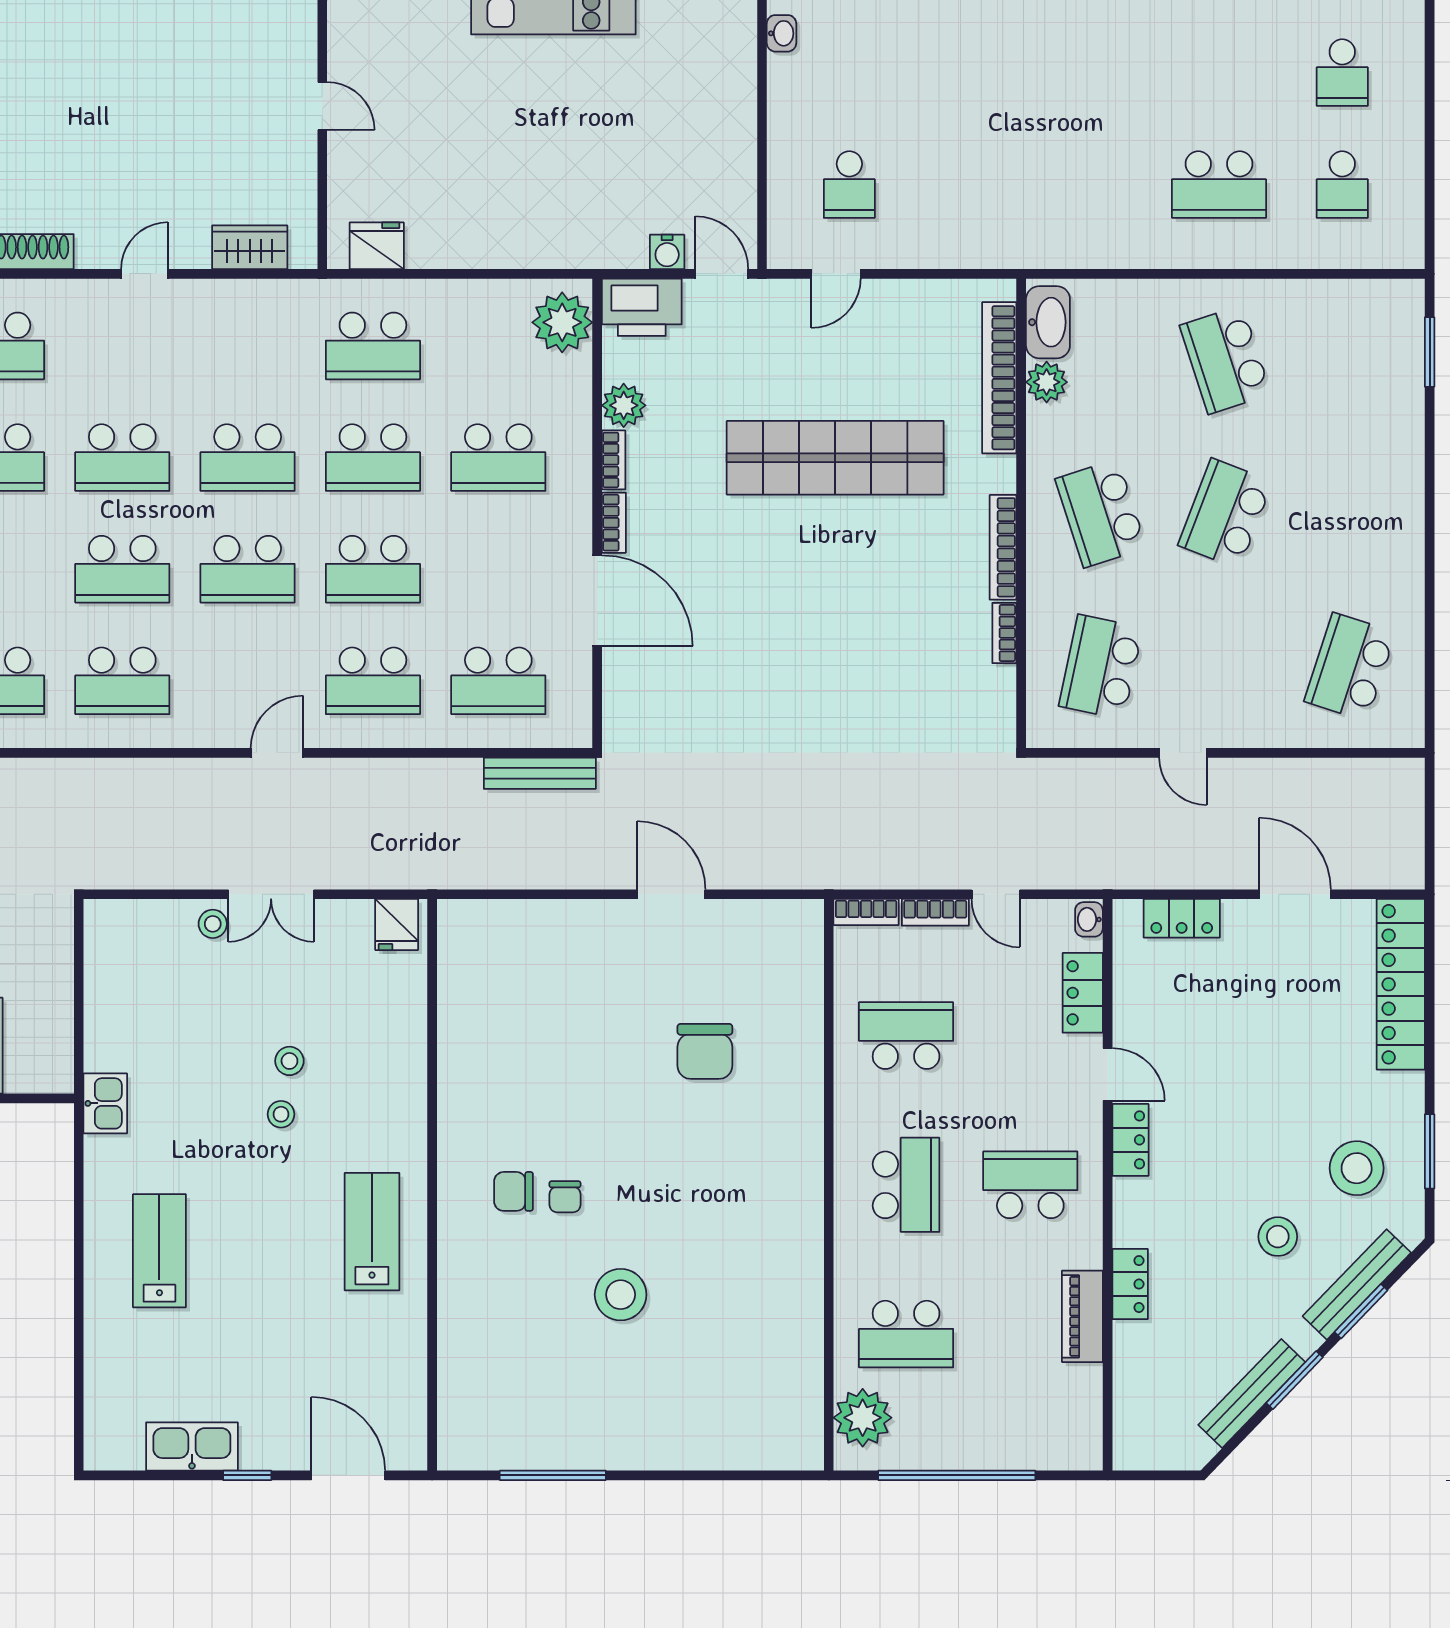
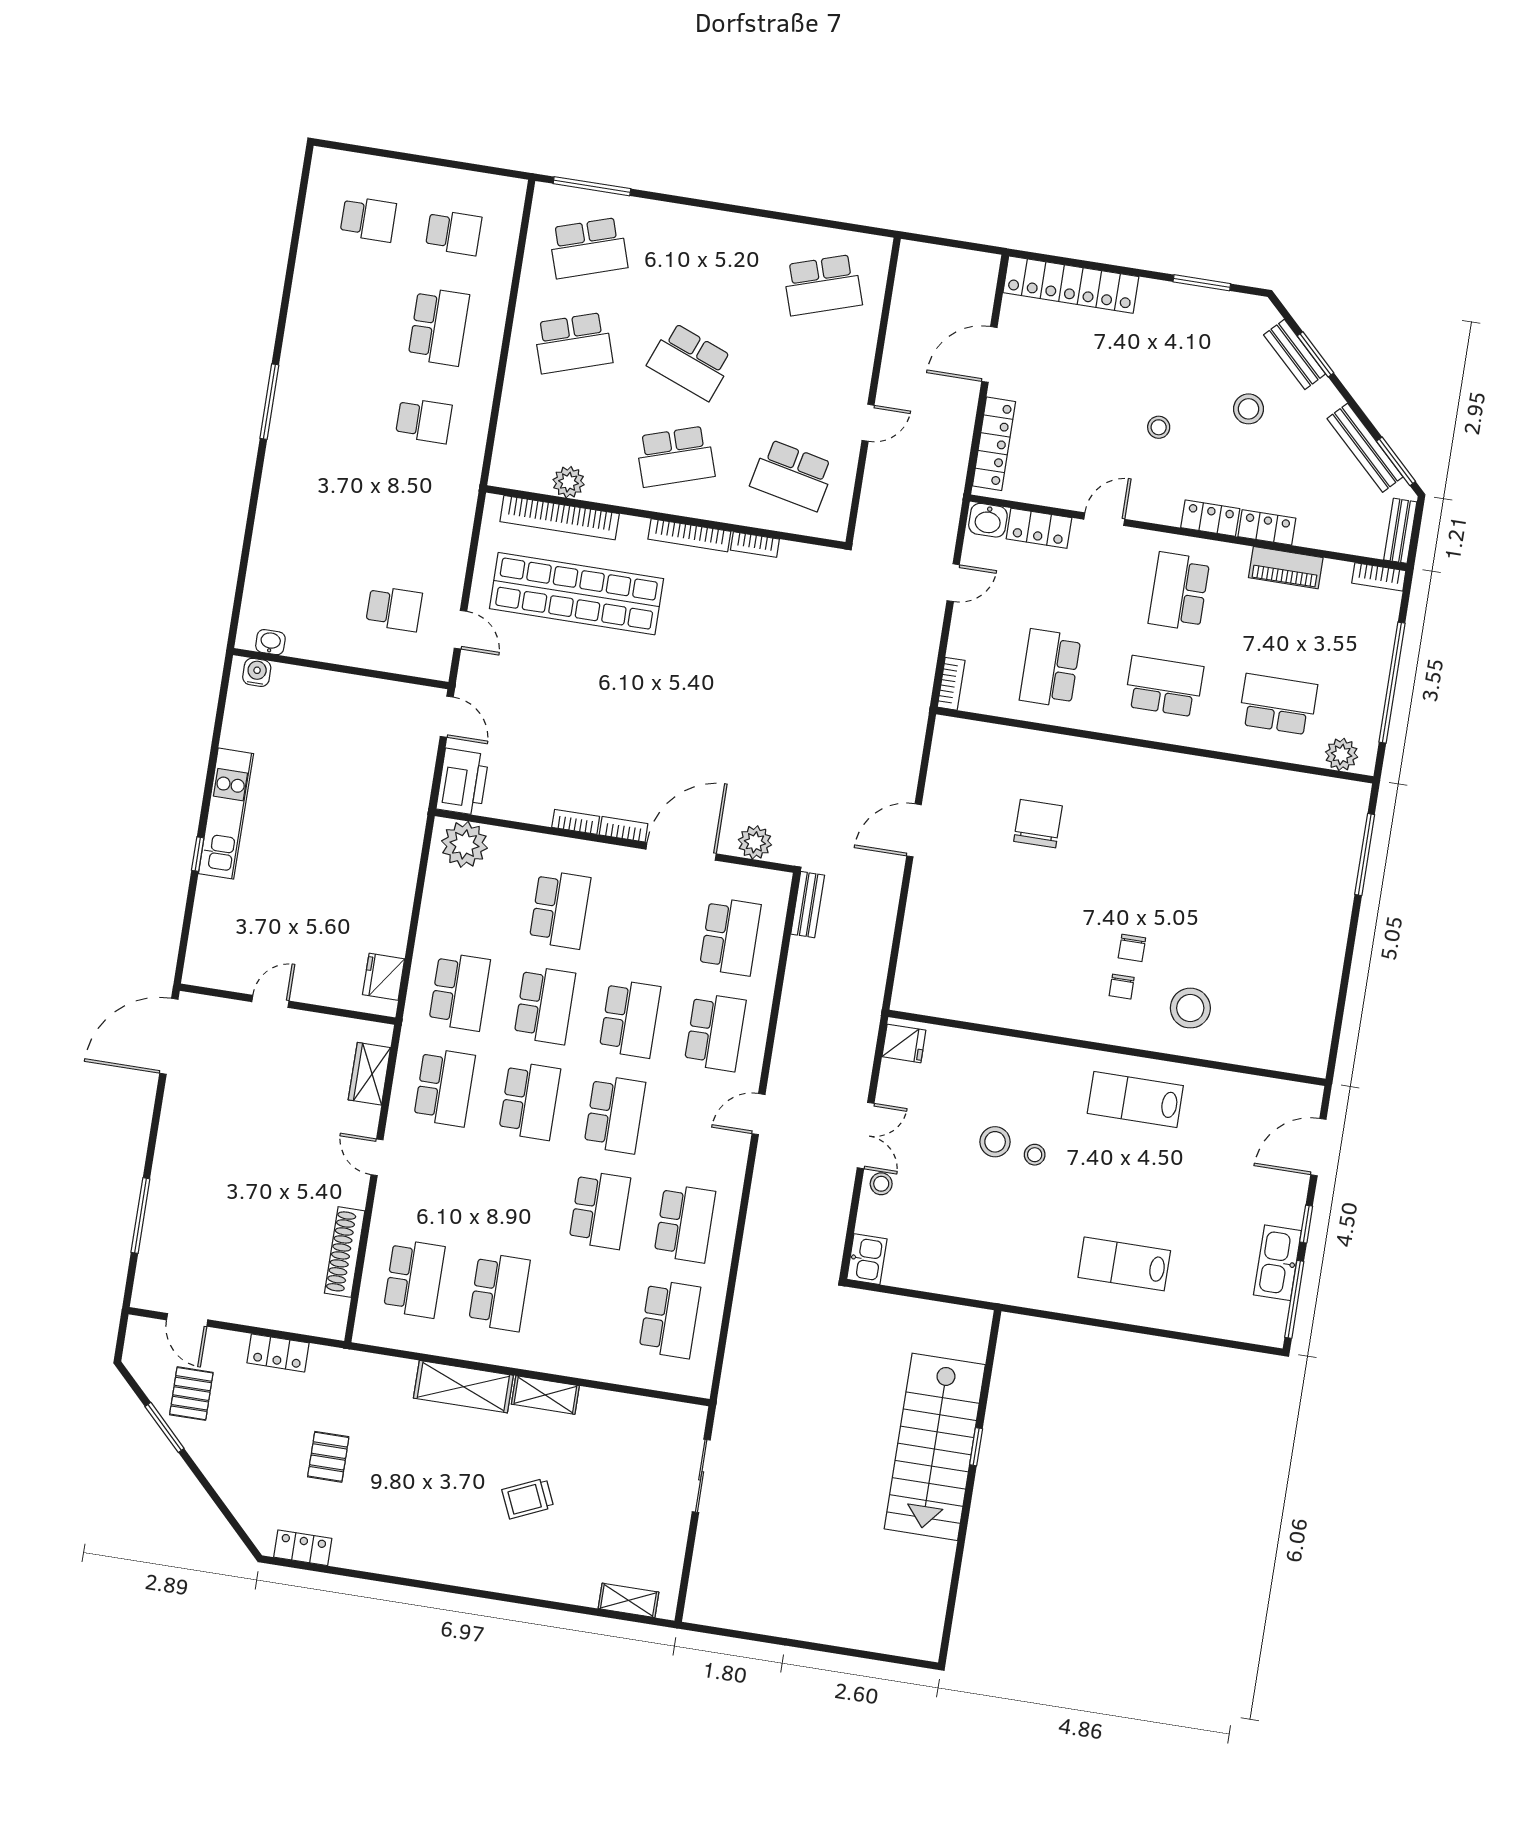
school desk: (1096, 185) -> (424, 421), added
water cooler: (667, 252) -> (257, 672), moved, turned -90
door: (722, 274) -> (447, 717), swing flipped
washbasin: (1048, 322) -> (523, 474), removed
window: (1430, 352) -> (592, 186), width x1.44
school desk: (1350, 360) -> (588, 248), added
plant: (624, 405) -> (755, 842), moved
school desk: (122, 458) -> (444, 1087), moved
shop shelf: (835, 458) -> (576, 594), moved, turned 90
school desk: (1350, 667) -> (823, 285), turned -36
door: (277, 753) -> (759, 1114), hinge flipped
bench: (540, 773) -> (808, 905), width x0.73
bookcase: (935, 912) -> (1379, 577), moved, turned 90
locker: (1182, 918) -> (994, 444), width x1.53
washbasin: (1089, 919) -> (988, 520), width x1.38, depth x1.45
chair: (705, 1051) -> (1038, 824), turned -90
stool: (289, 1061) -> (995, 1142), width x1.37, depth x1.37
kitchen sink: (105, 1103) -> (867, 1259), moved, turned 90
locker: (1130, 1140) -> (1210, 518), moved
stool: (1357, 1168) -> (1159, 427), moved, width x0.53, depth x0.53
chair: (514, 1191) -> (1122, 987), width x0.73, depth x0.73
chair: (565, 1197) -> (1132, 948), turned 90
bench: (1357, 1284) -> (1295, 354), width x0.73
stool: (621, 1295) -> (1190, 1008), moved
school desk: (906, 1334) -> (1278, 704), turned -90
window: (1294, 1380) -> (1396, 461), moved
plant: (863, 1418) -> (1342, 754), width x0.73, depth x0.73
bench: (1153, 1455) -> (1400, 531), added
window: (149, 1475) -> (1294, 1299), added
window: (553, 1475) -> (1365, 854), moved

